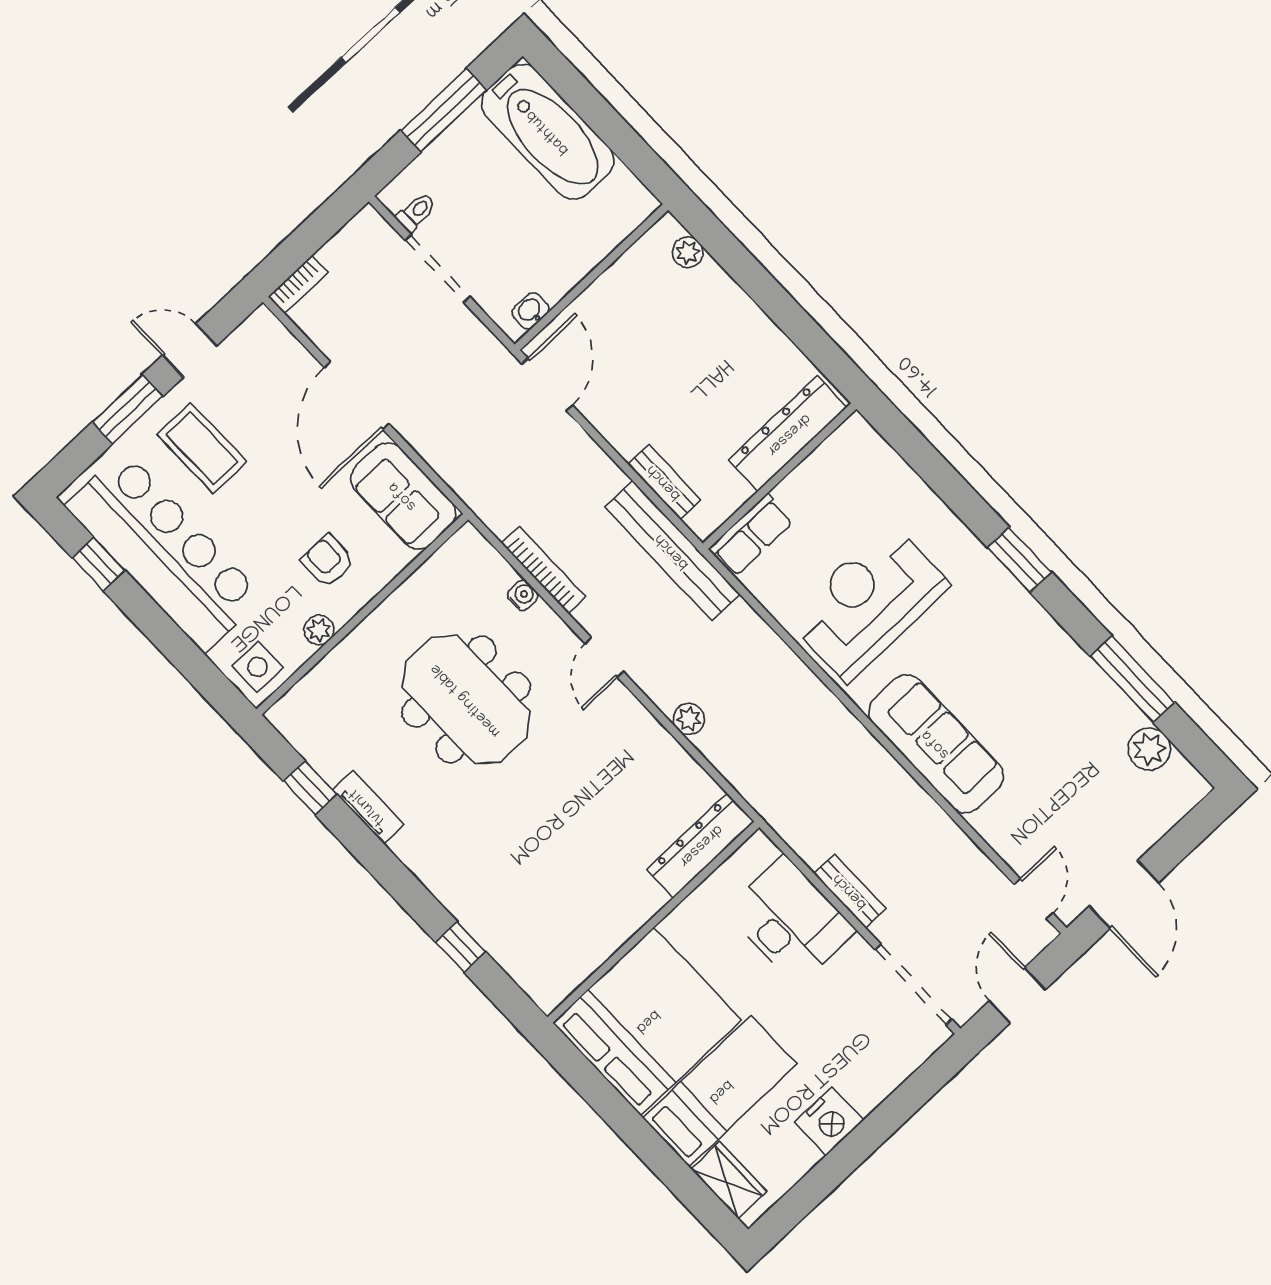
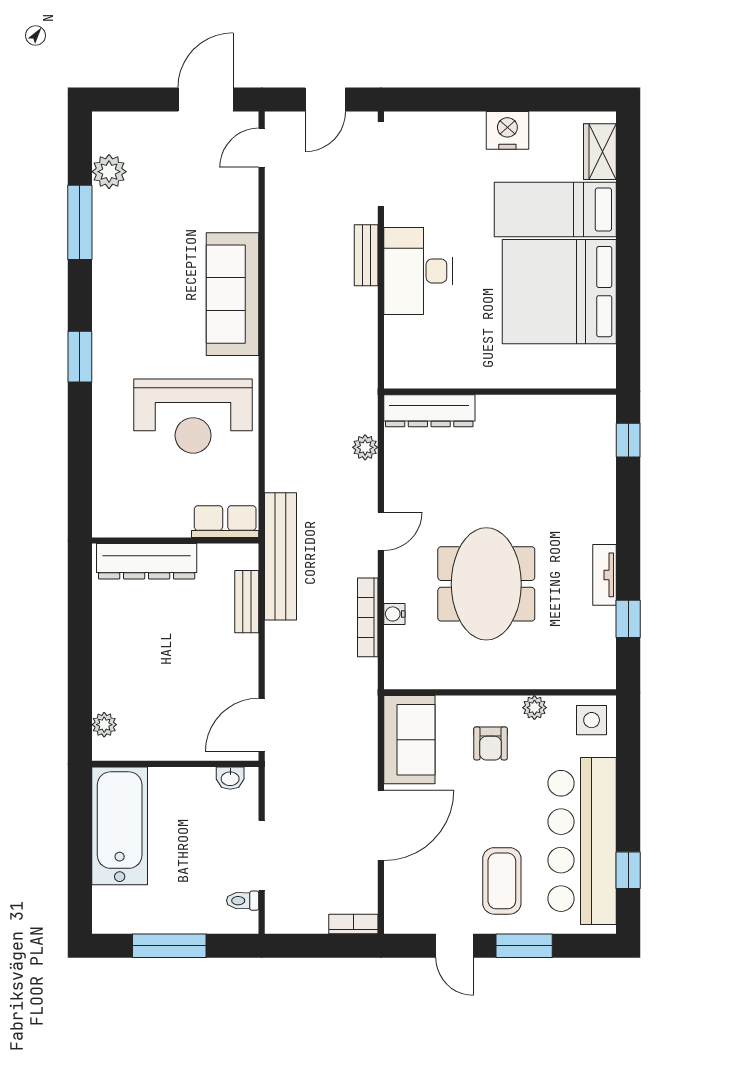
bathtub: (548, 132) -> (120, 826), moved
dresser: (700, 845) -> (429, 411), moved
wall: (653, 922) -> (500, 392), moved

